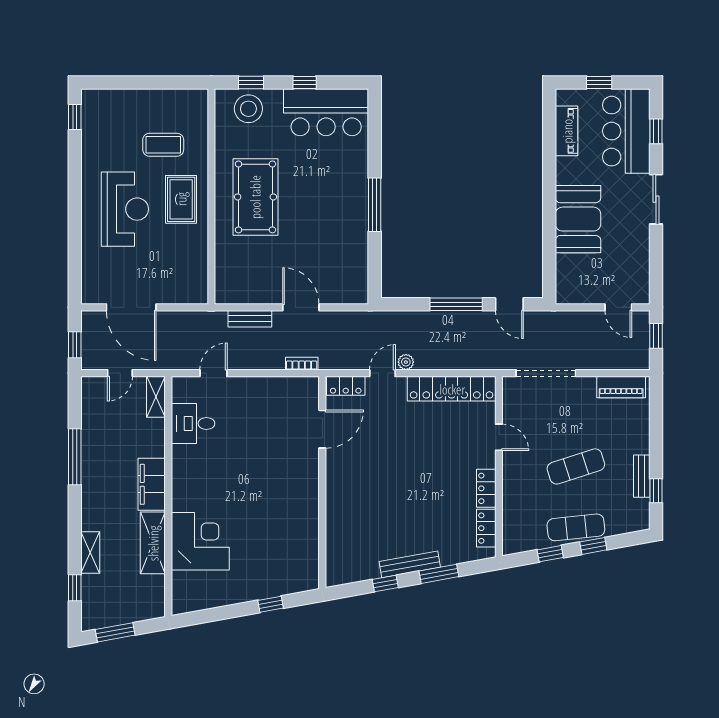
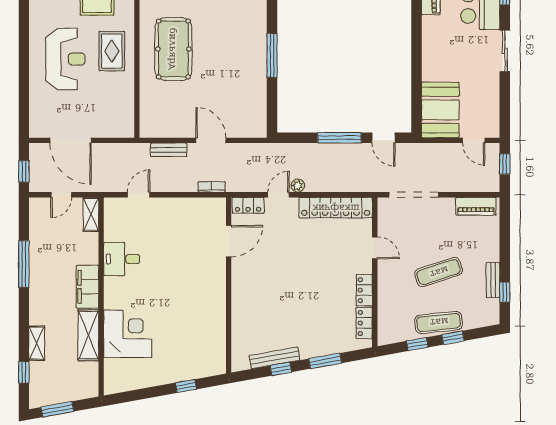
booth: (578, 219) -> (440, 110), moved
desk: (193, 423) -> (122, 259), moved
bench: (410, 564) -> (274, 358), moved

